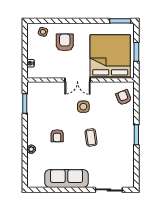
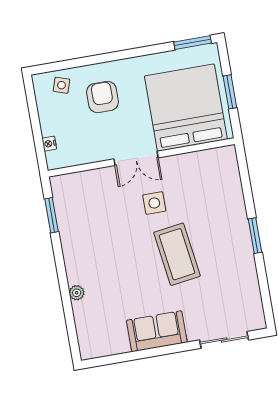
armchair: (124, 97) -> (221, 175), removed
armchair: (57, 136) -> (118, 261), removed
coffee table: (91, 137) -> (177, 254), width x1.86, depth x1.72
sofa: (67, 179) -> (157, 331), width x0.73

